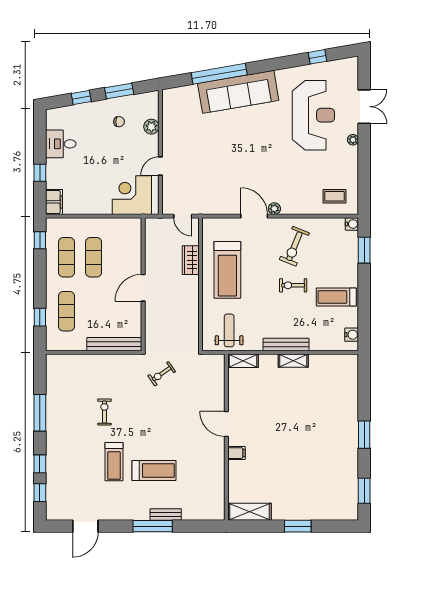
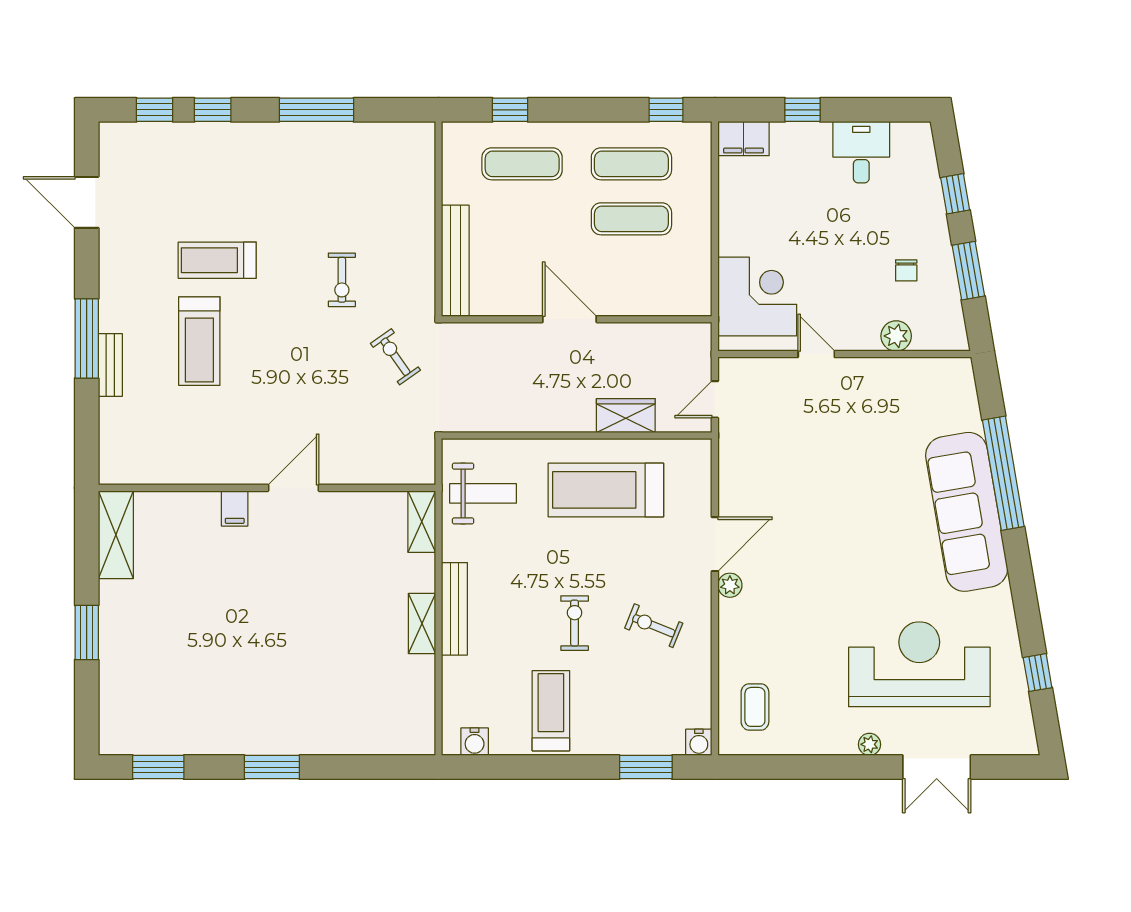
reception desk: (313, 115) -> (919, 664), turned 180
exercise bike: (294, 246) -> (654, 626), width x0.73, depth x0.72
exercise bike: (104, 412) -> (342, 280), moved, turned 90

